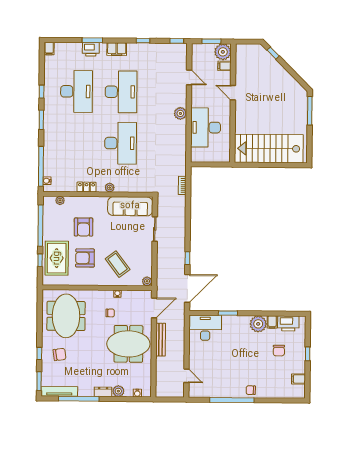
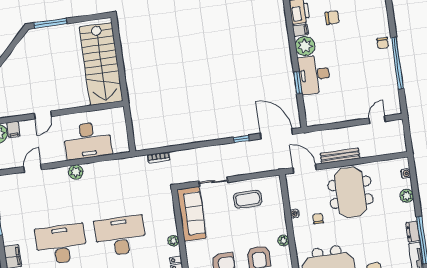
coffee table: (118, 264) -> (248, 199), moved, turned 37
plant: (147, 281) -> (283, 240), moved
desk: (205, 328) -> (314, 75), moved
dresser: (103, 392) -> (413, 232), moved

